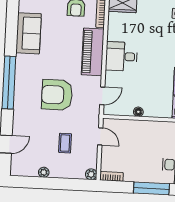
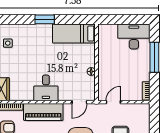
door: (102, 96) -> (79, 102), swing flipped
plant: (91, 174) -> (145, 108), removed

